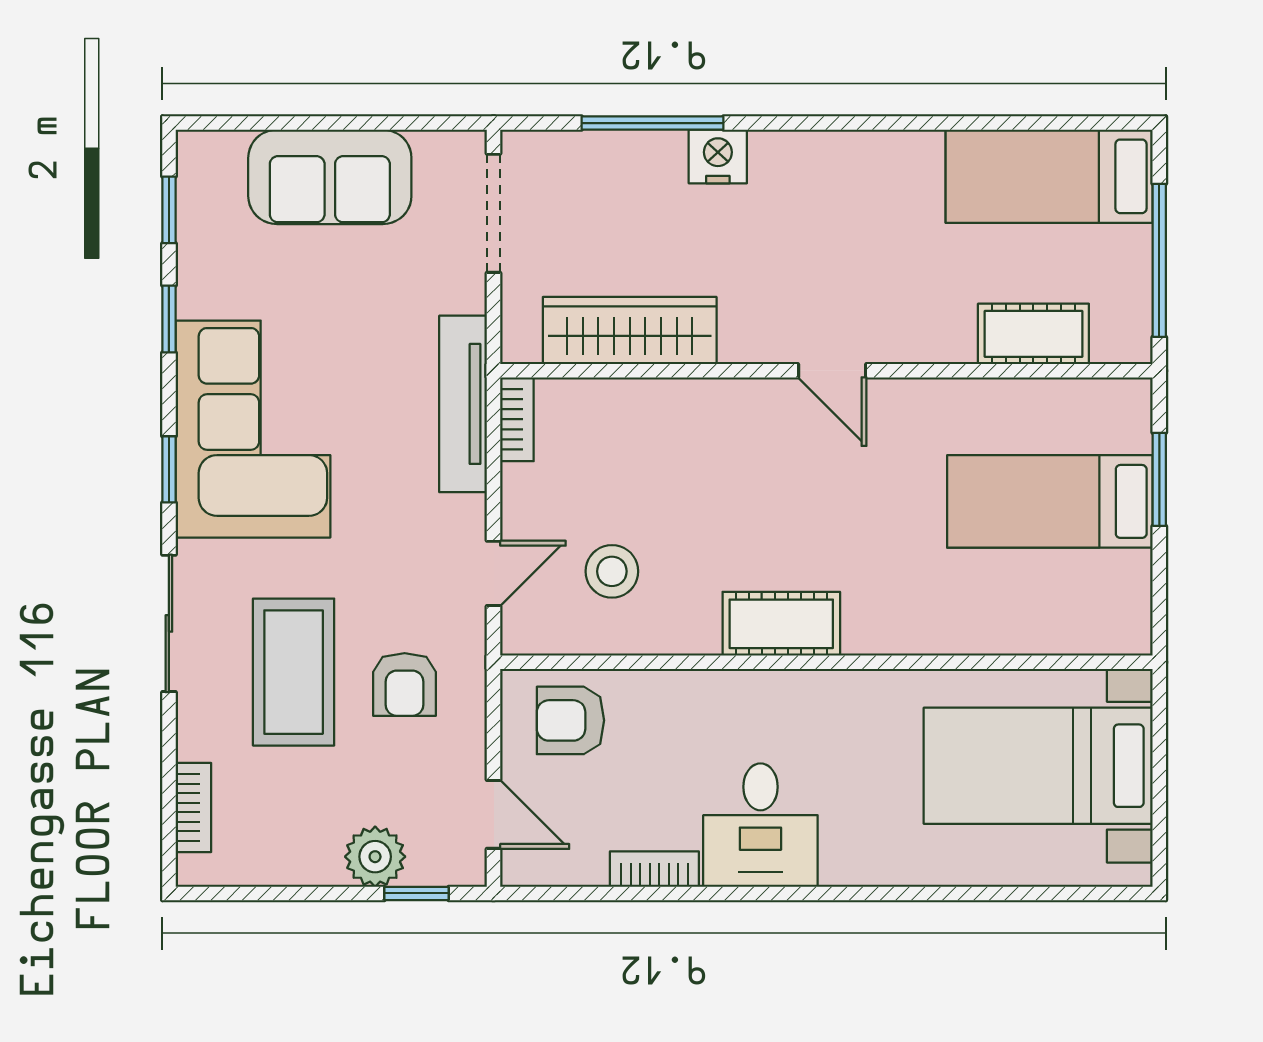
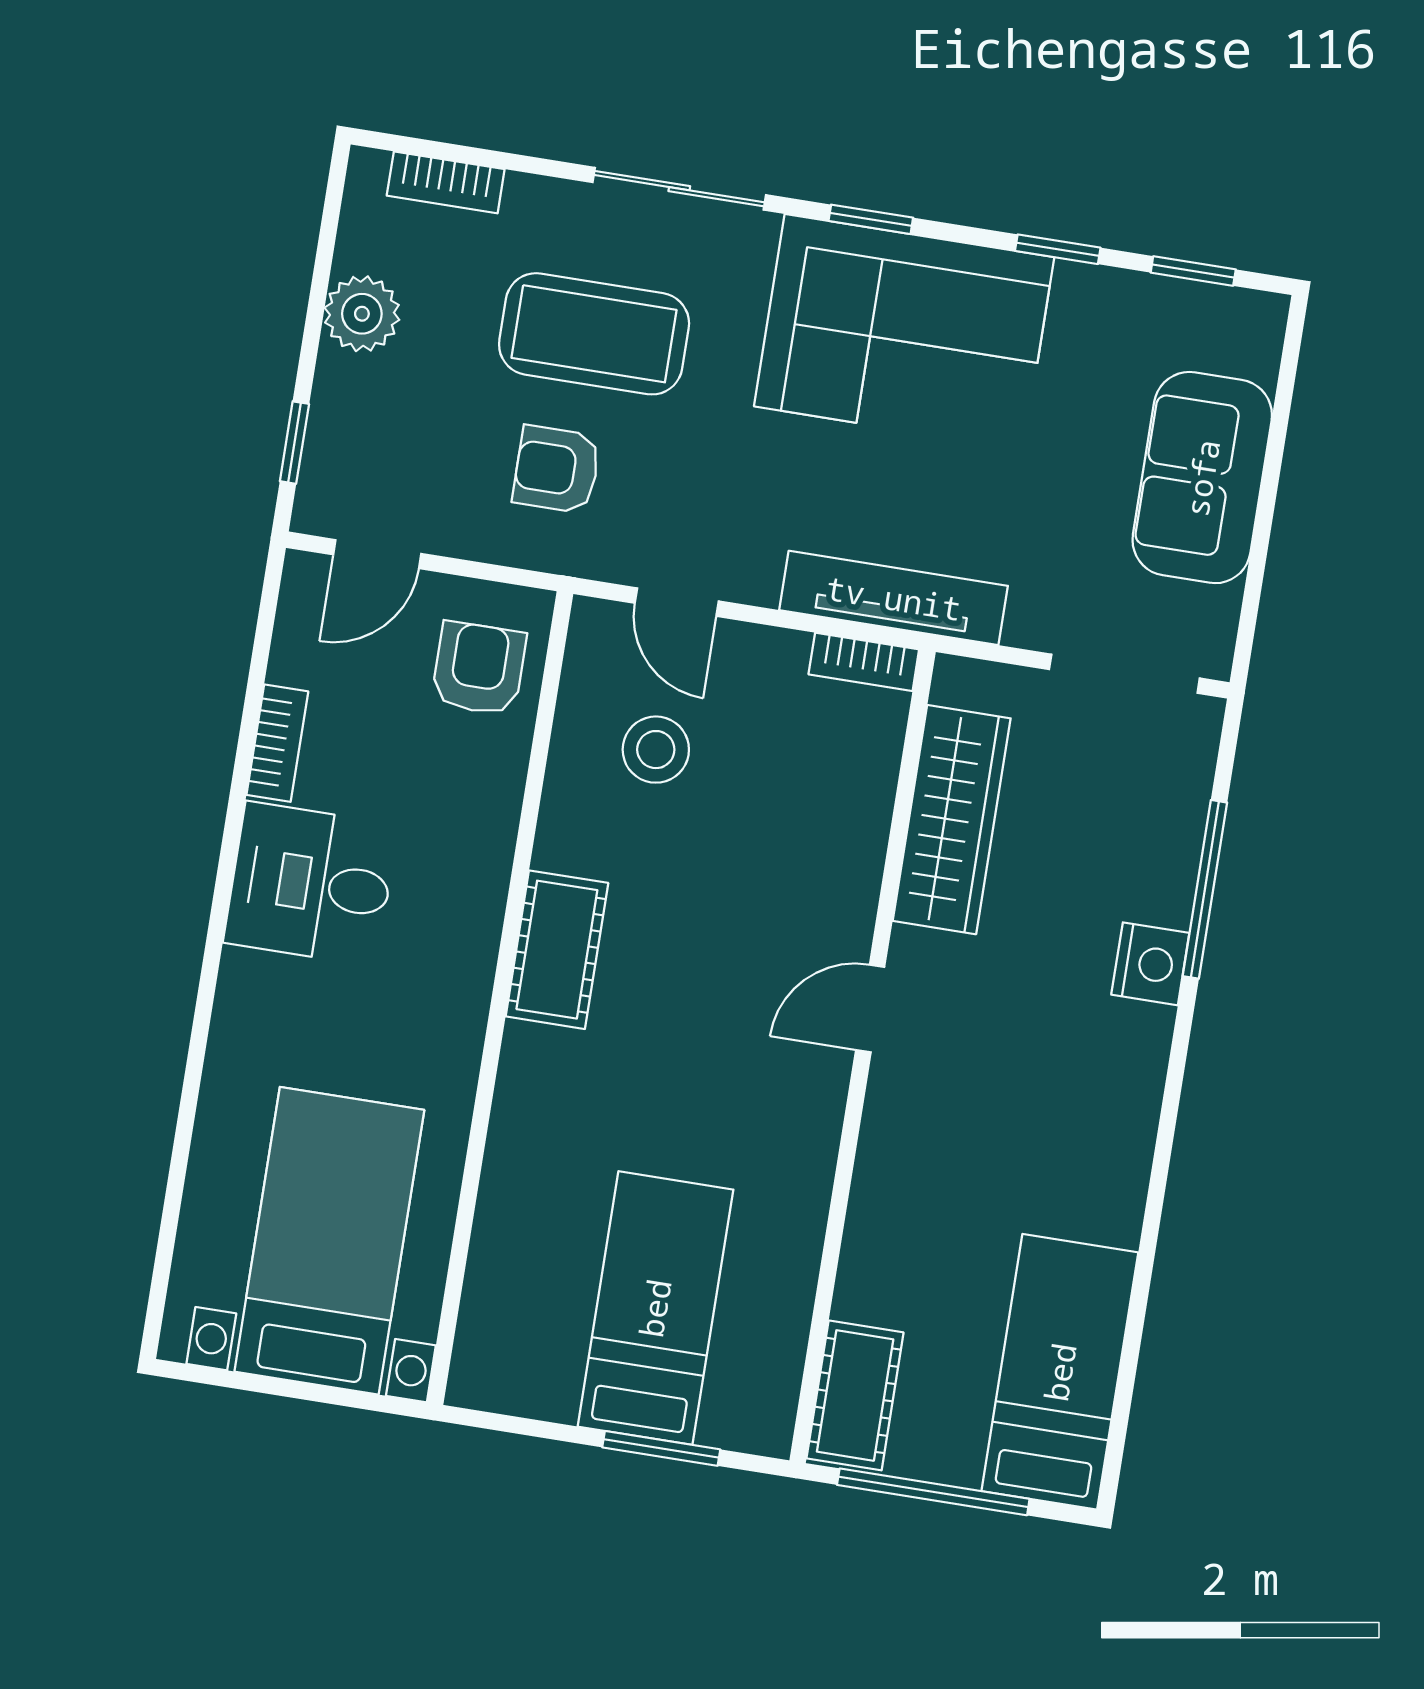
cot: (1033, 334) -> (855, 1395), moved
door: (832, 371) -> (870, 1008), moved
plant: (375, 857) -> (362, 314), moved

